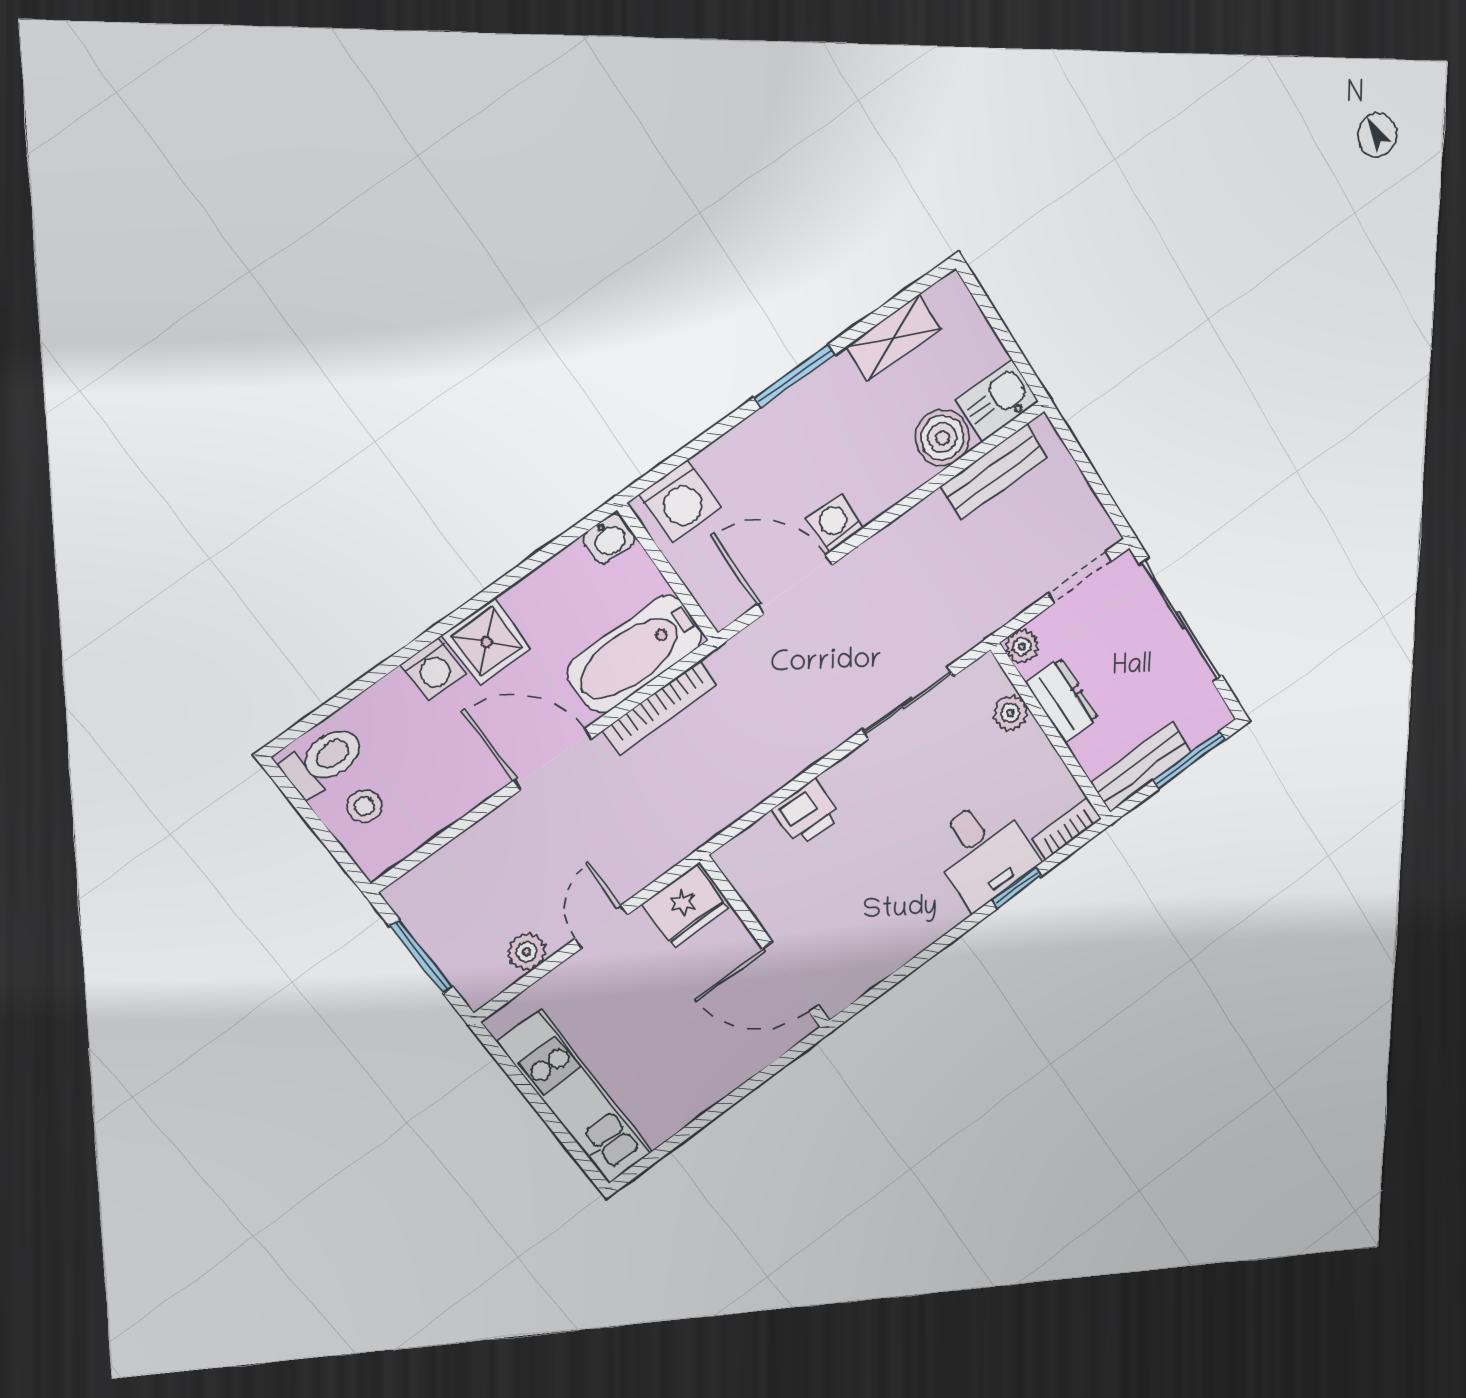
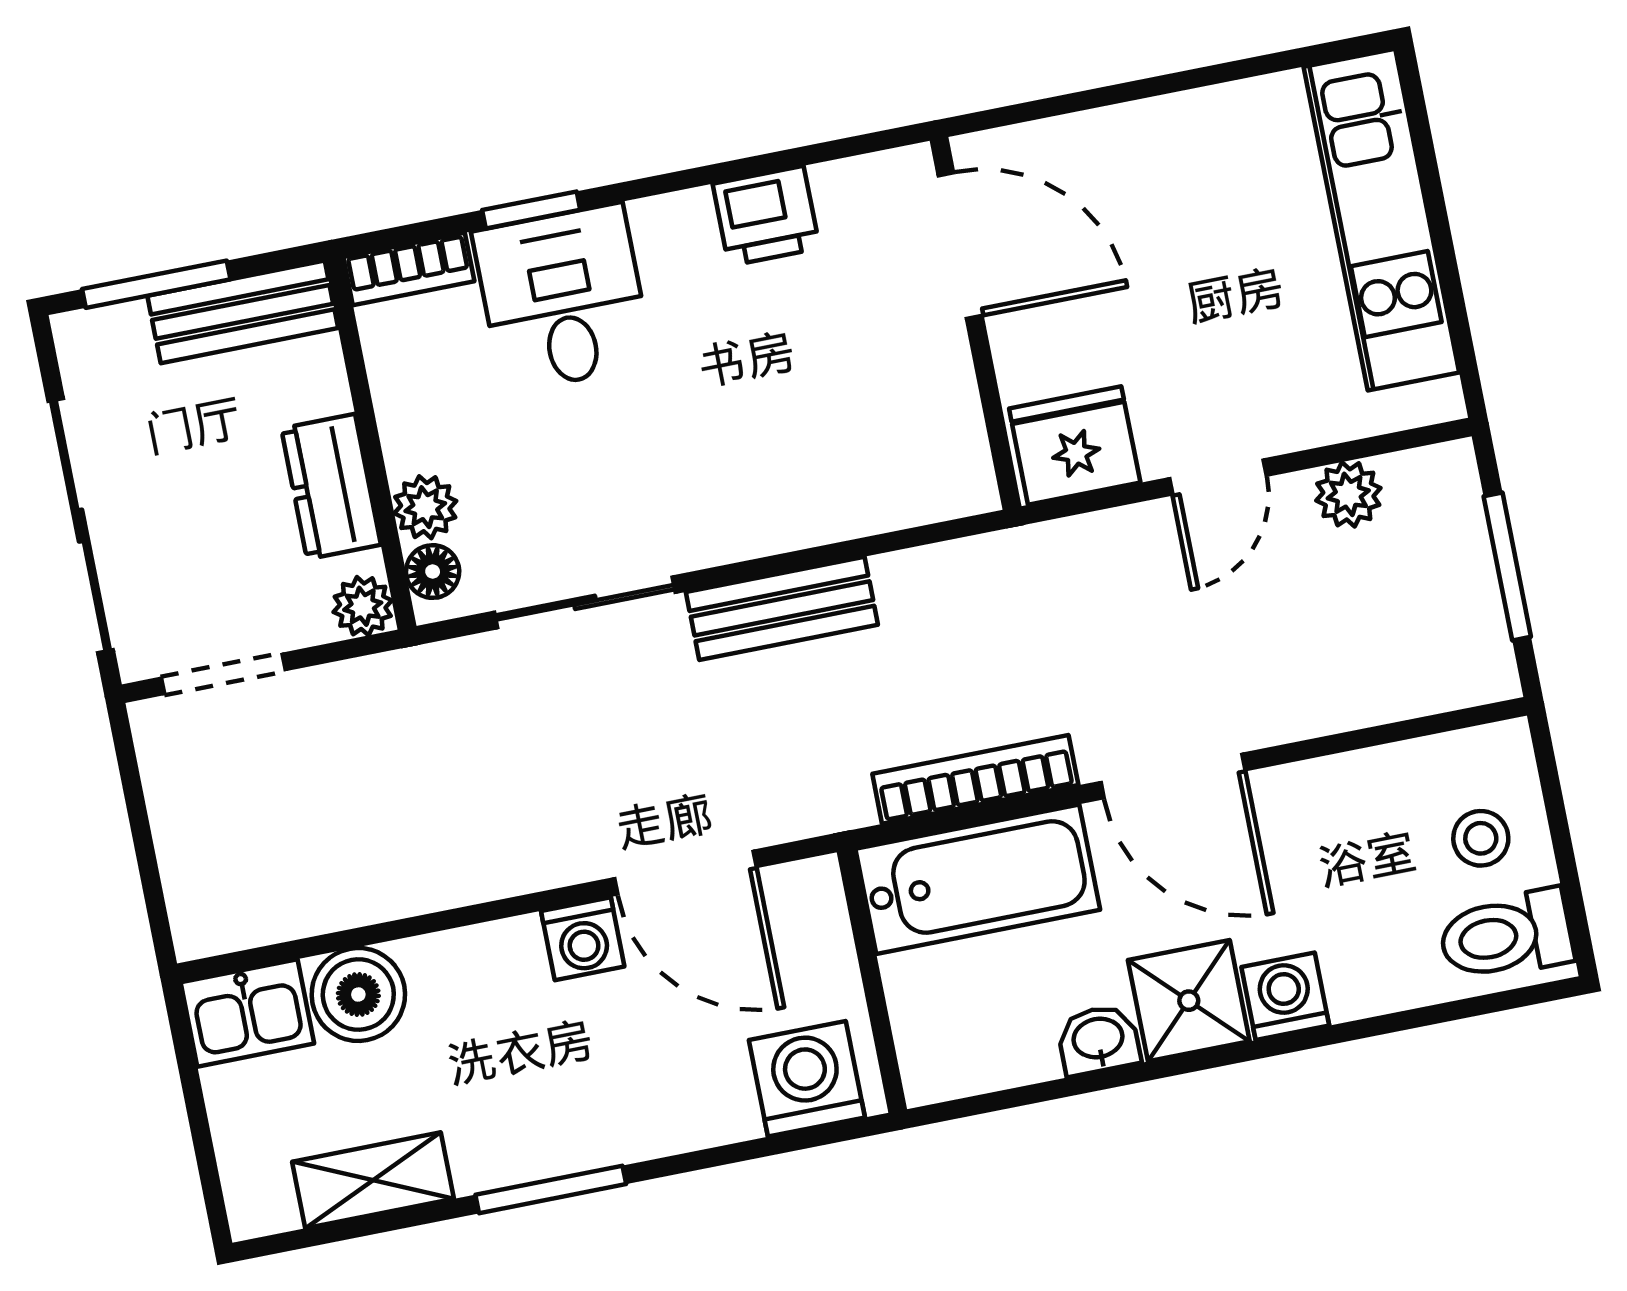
bench: (994, 472) -> (782, 608), moved
washbasin: (609, 539) -> (1098, 1040), moved
floor lamp: (993, 681) -> (433, 572), added
printer: (807, 812) -> (766, 216), moved, turned 180

